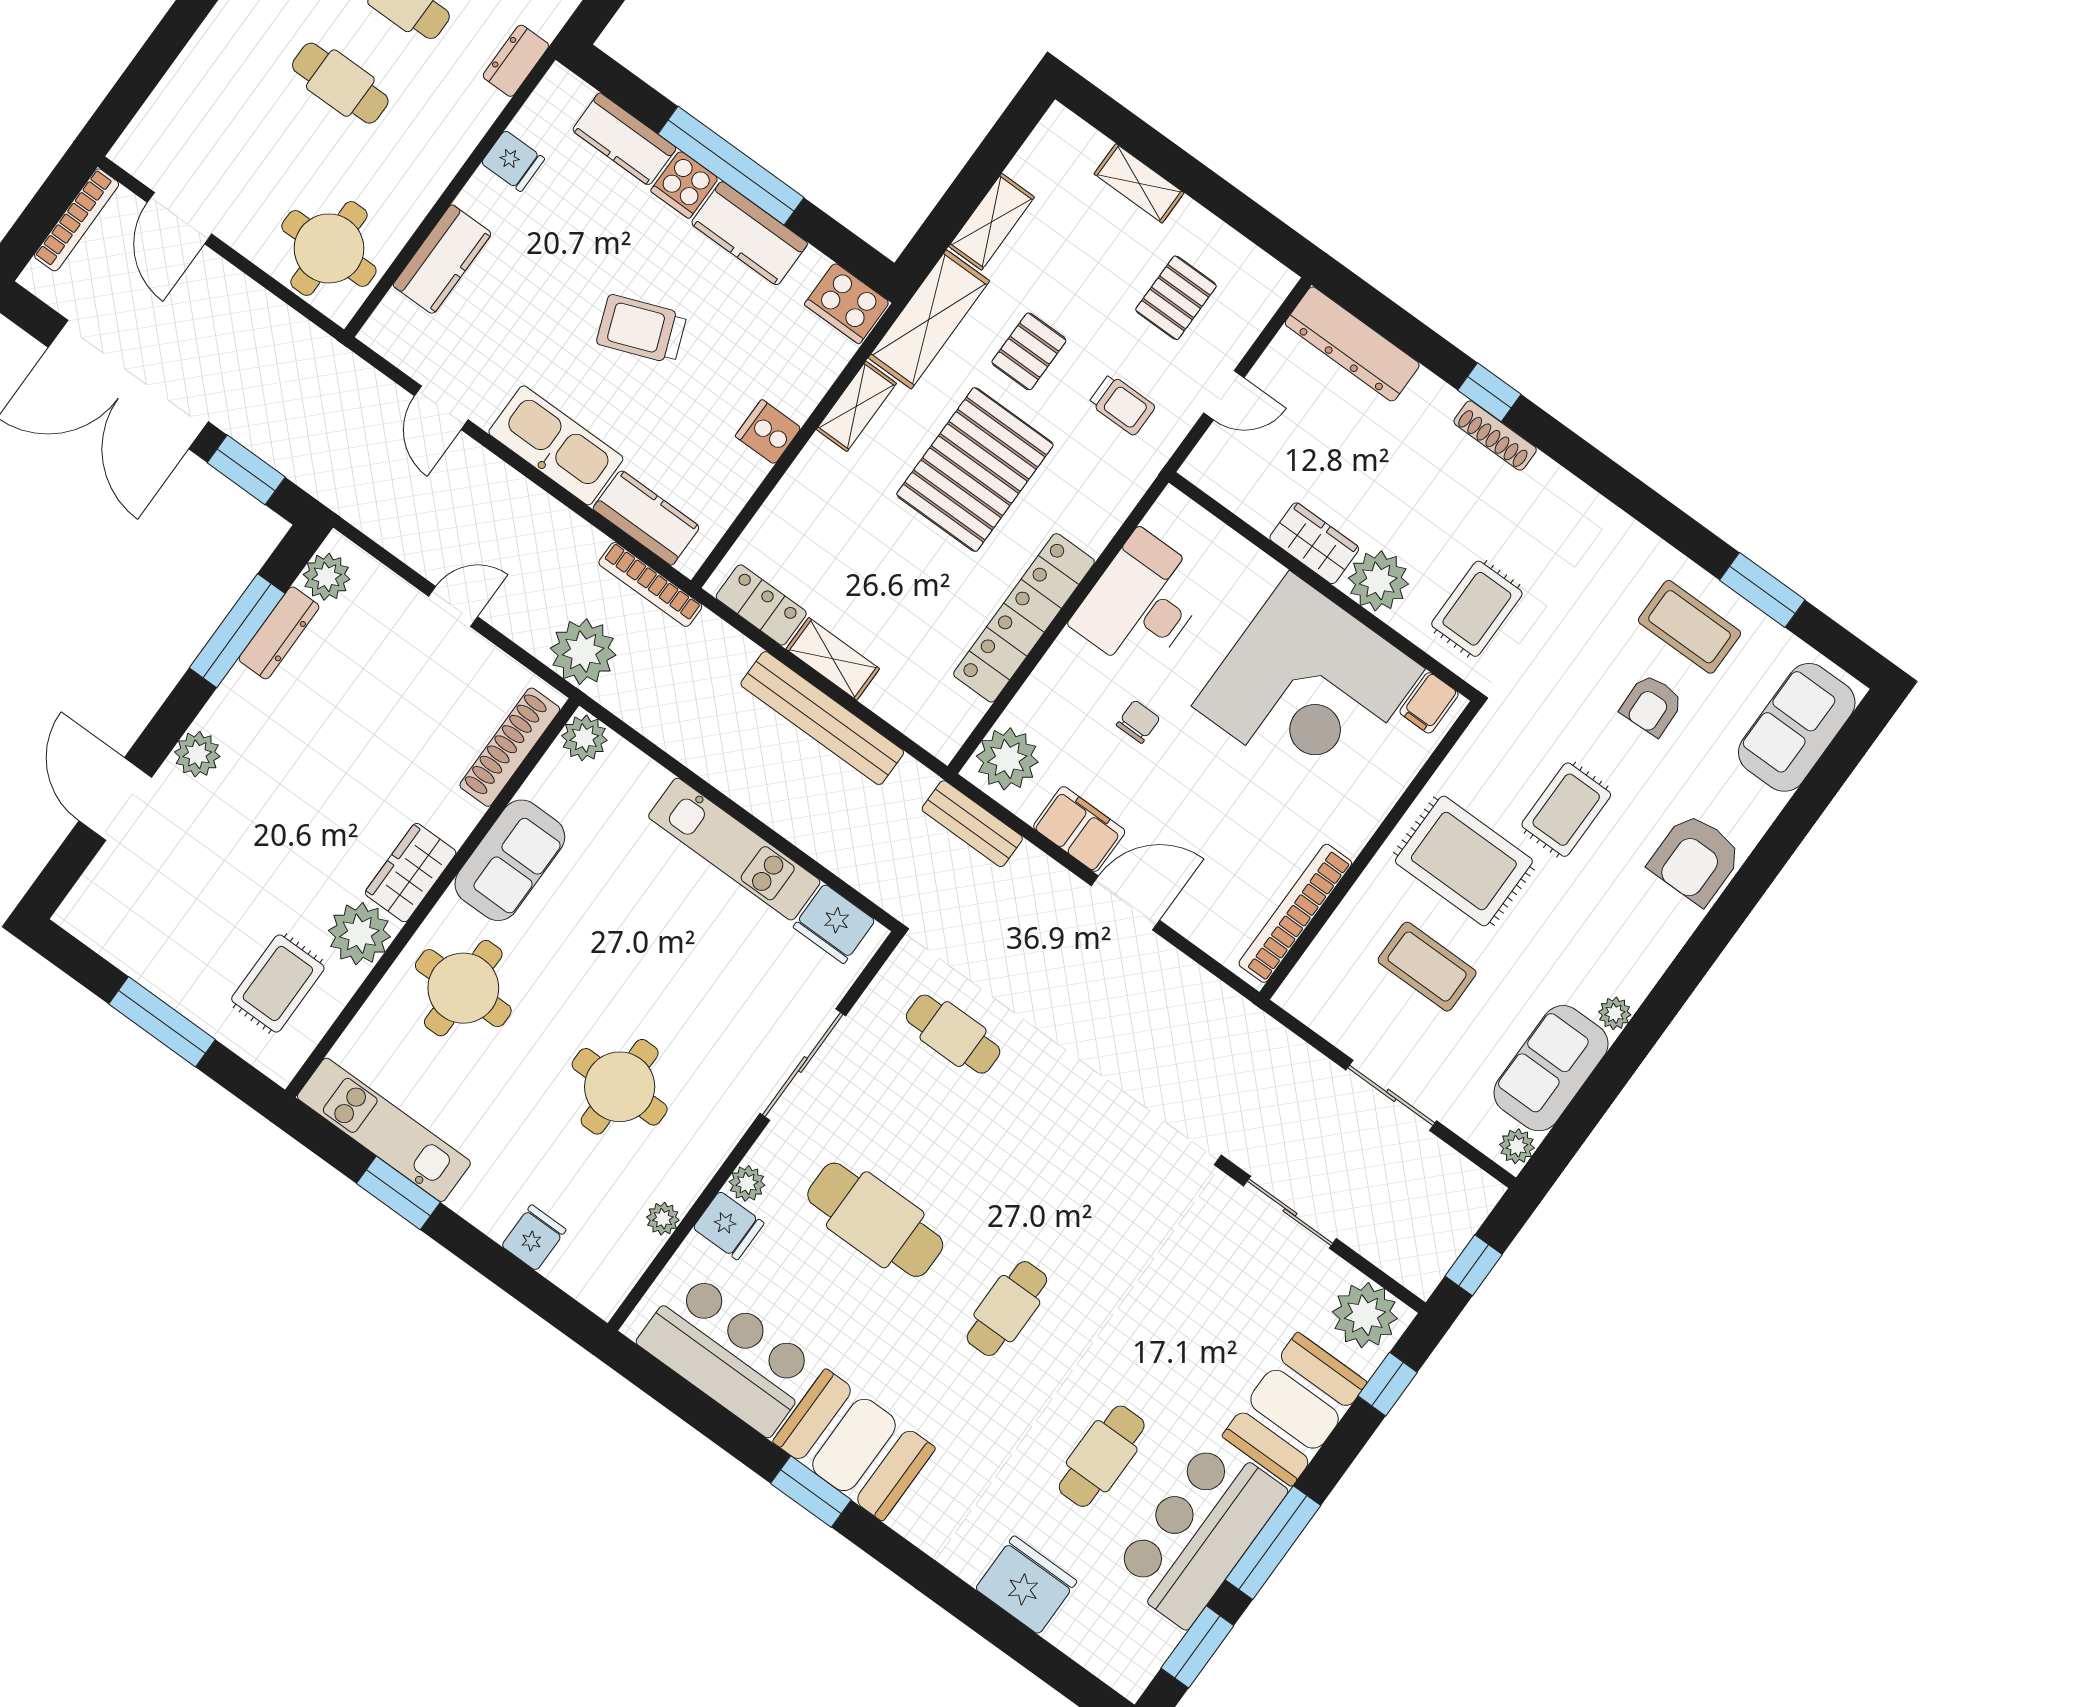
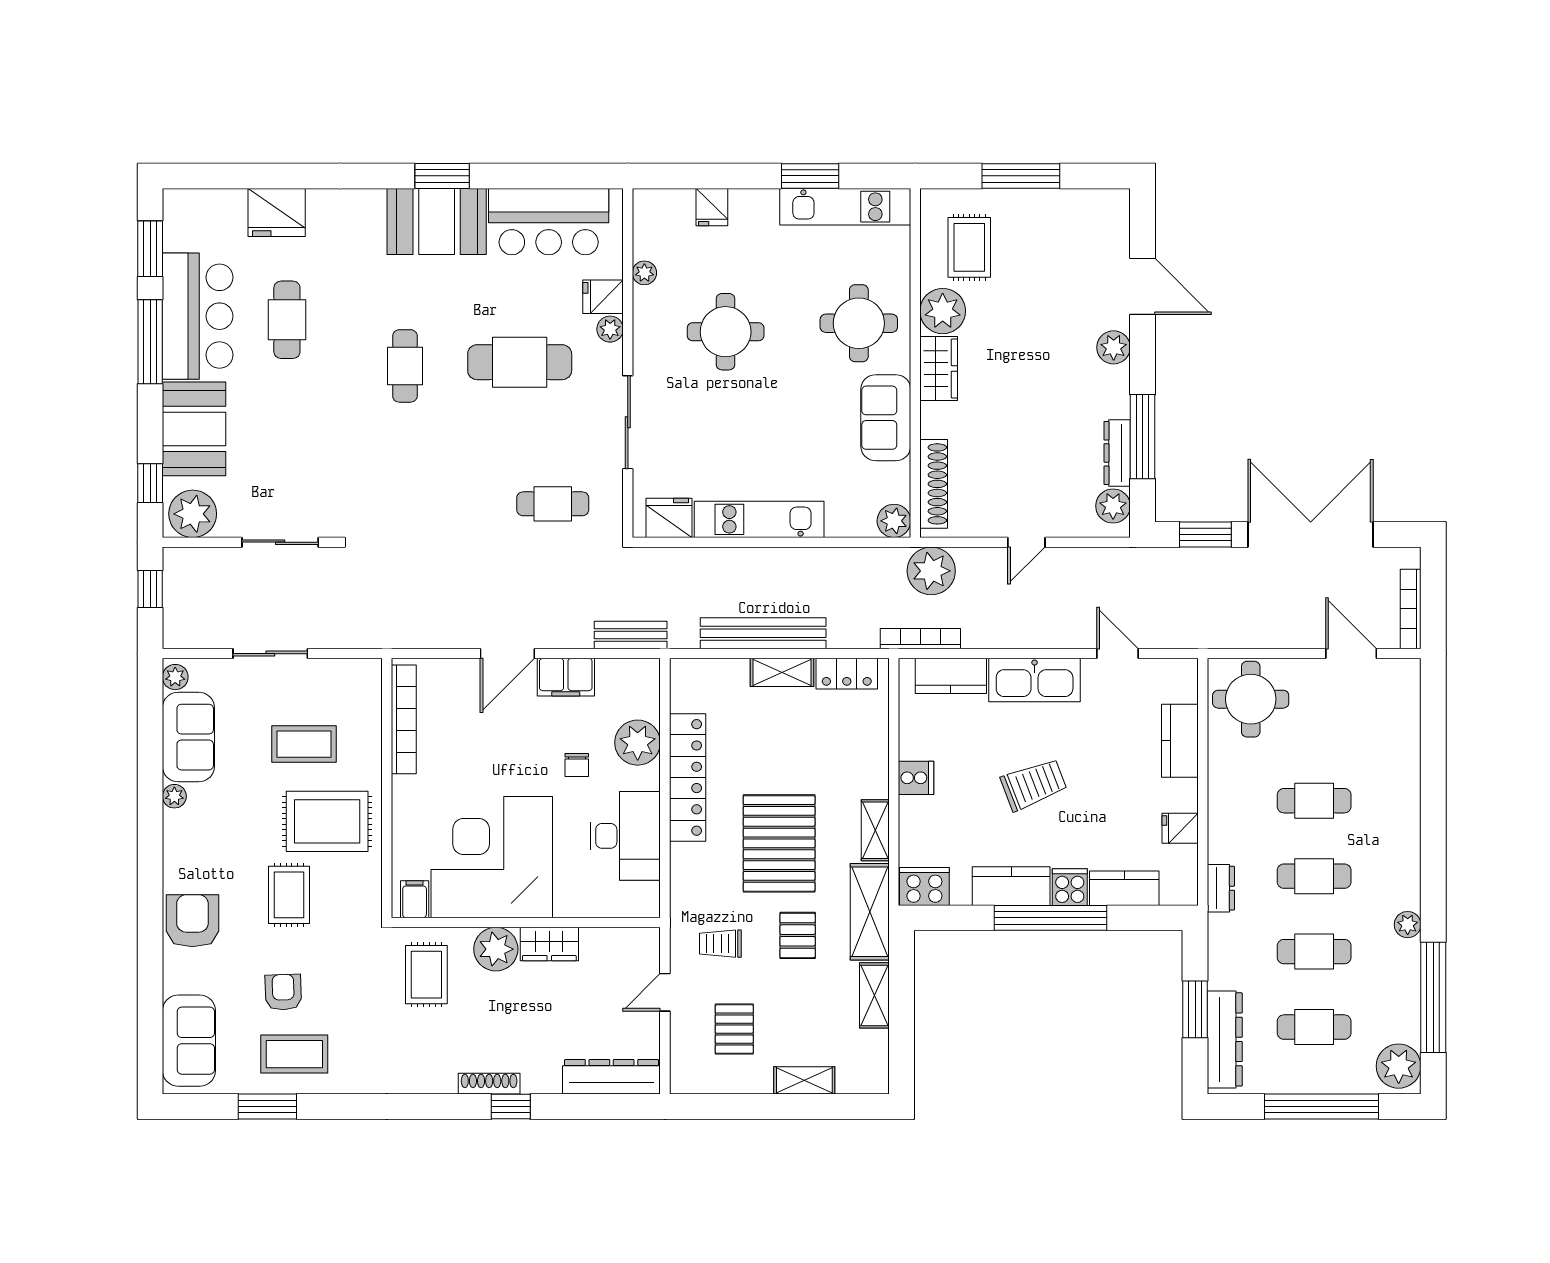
plant: (1007, 759) -> (638, 743), moved

